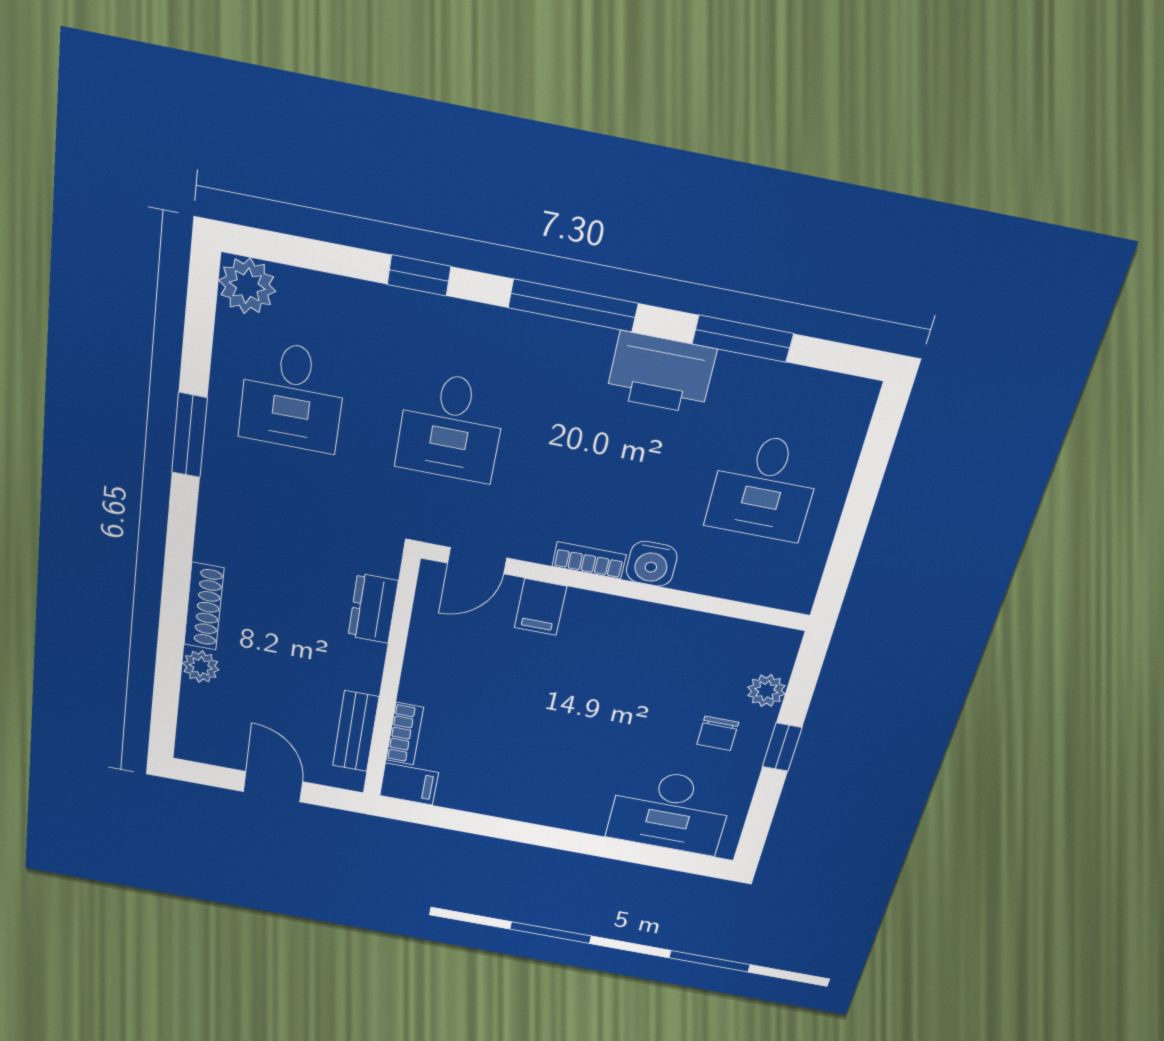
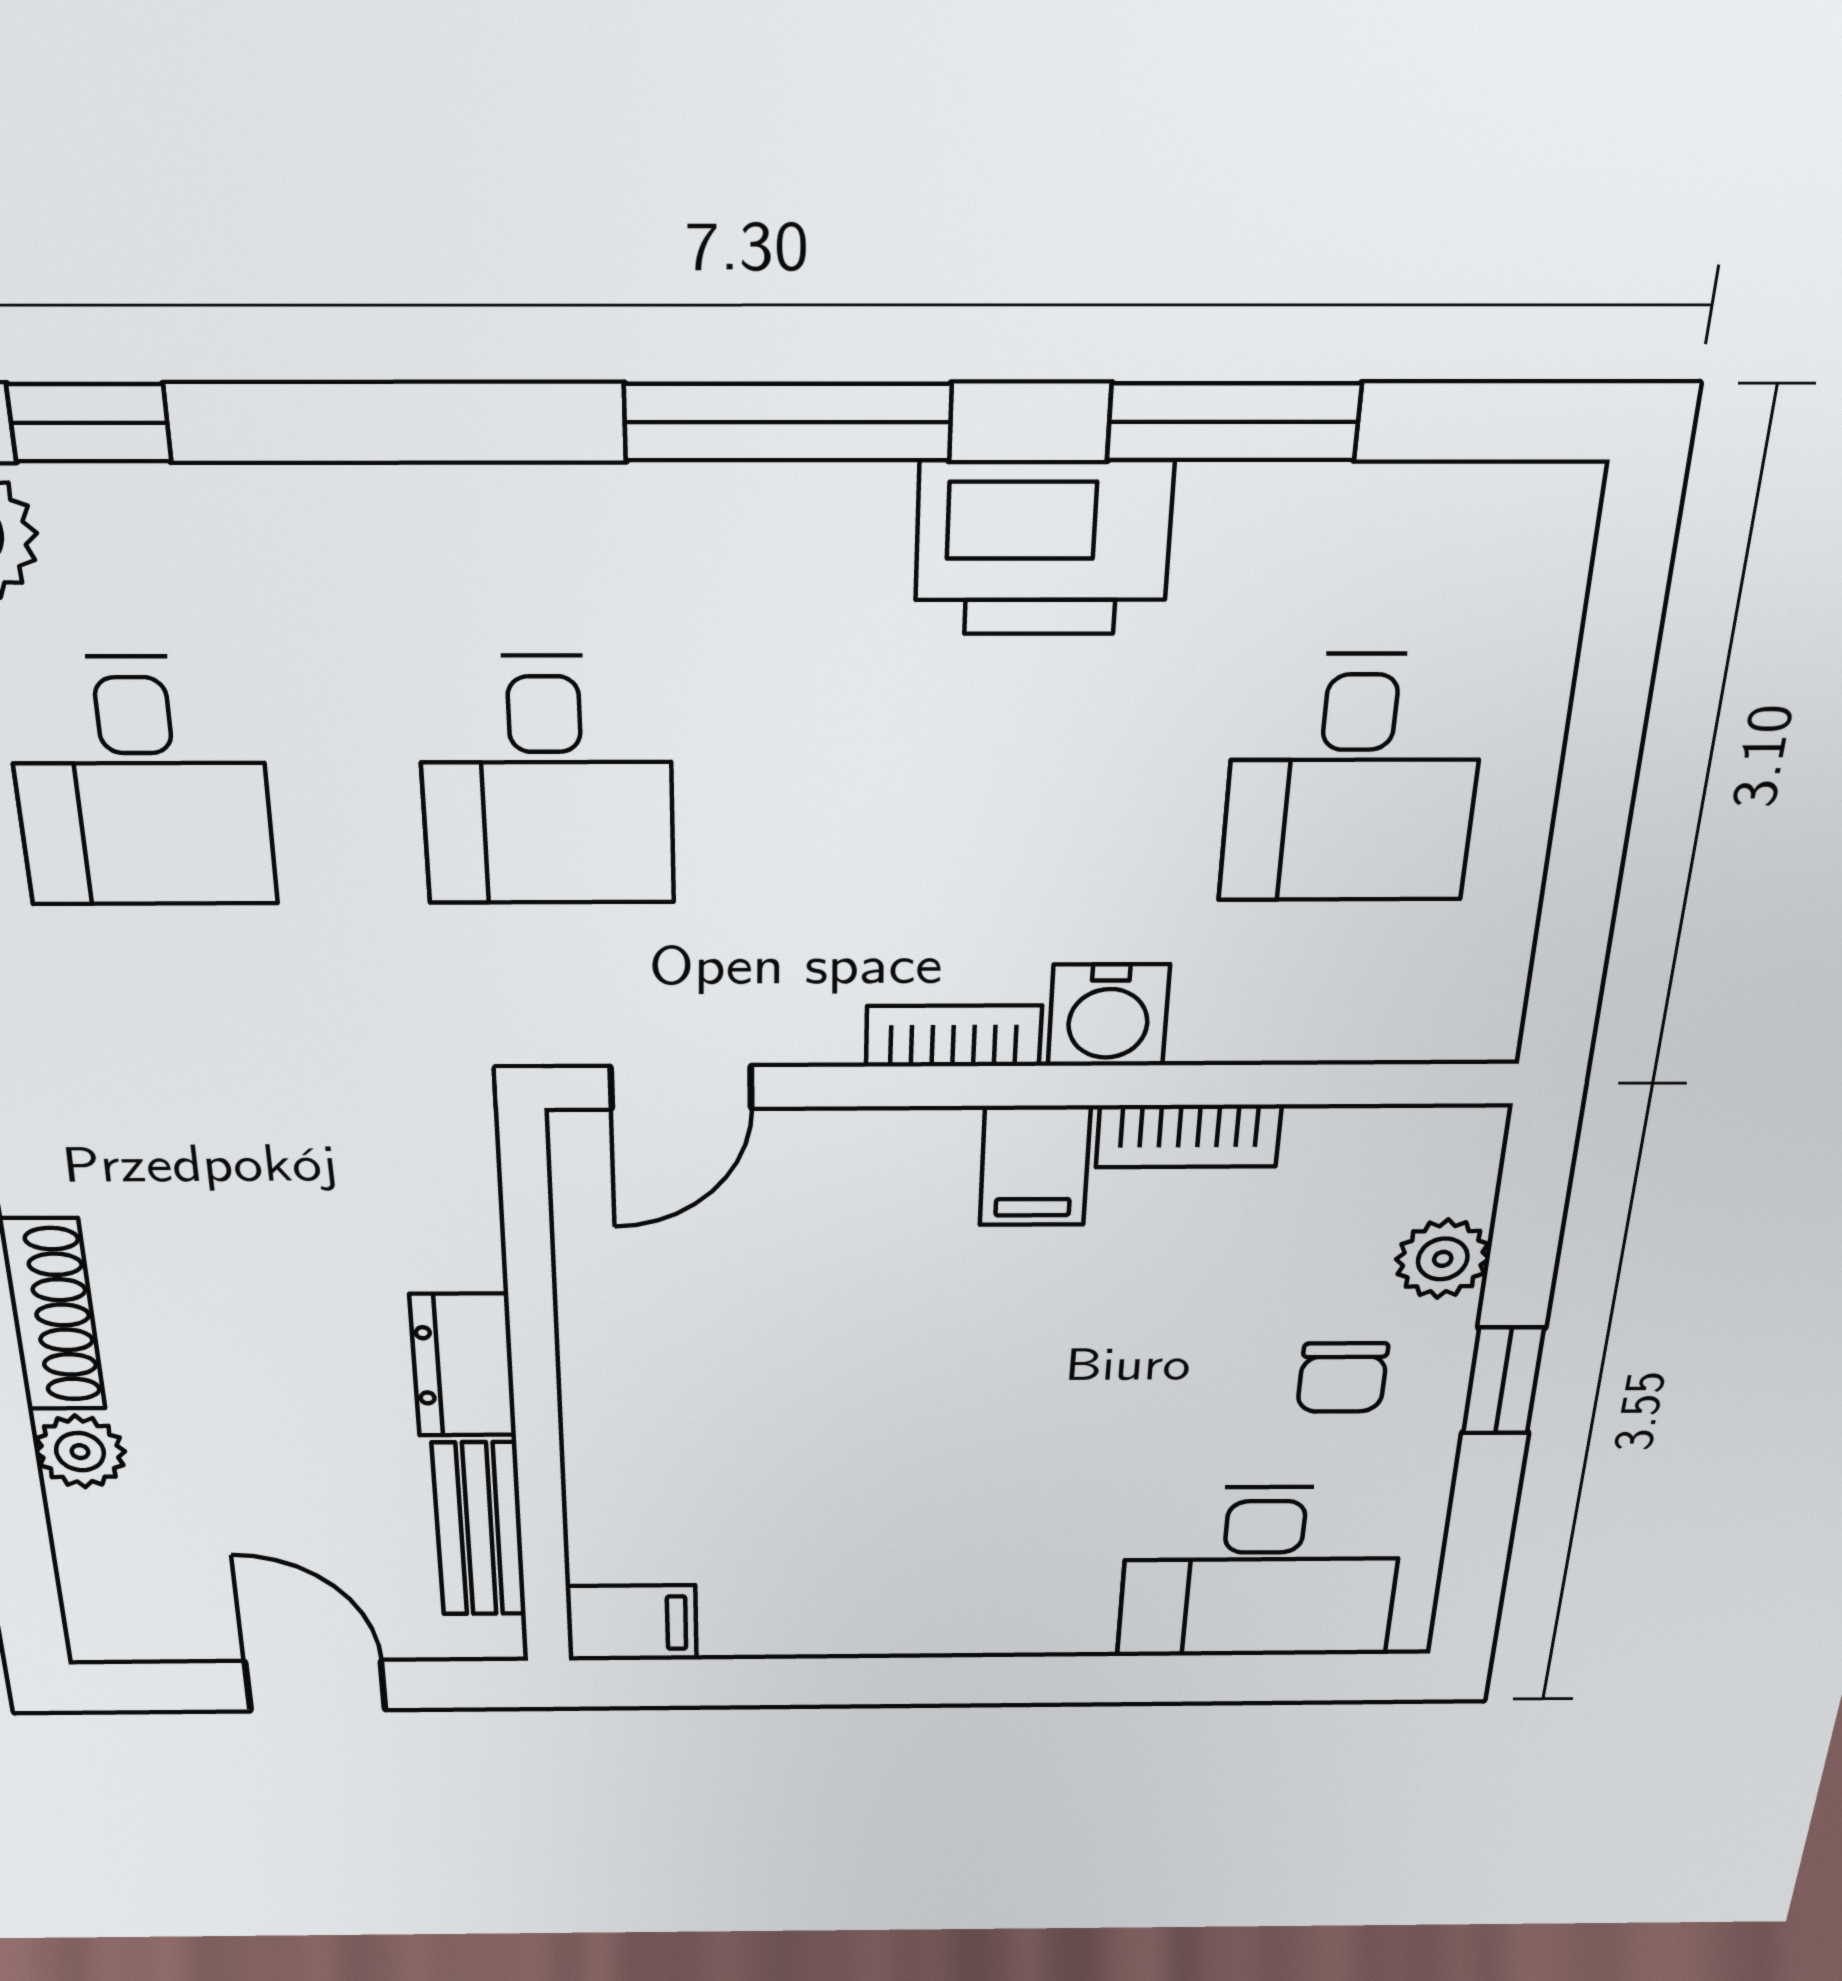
window: (419, 275) -> (89, 423), moved
filing cabinet: (540, 607) -> (1035, 1166), moved
dresser: (373, 609) -> (463, 1365), moved
bookcase: (405, 734) -> (1188, 1136), moved, turned 90

